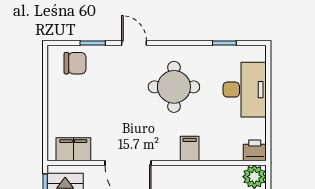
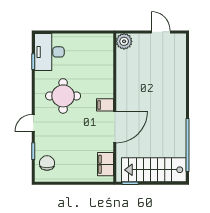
desk: (245, 90) -> (49, 52), moved, turned -90
filing cabinet: (190, 148) -> (105, 105), moved
printer: (255, 150) -> (106, 41), removed

